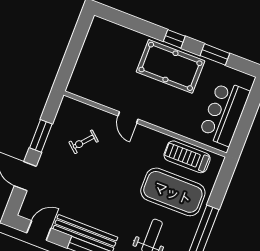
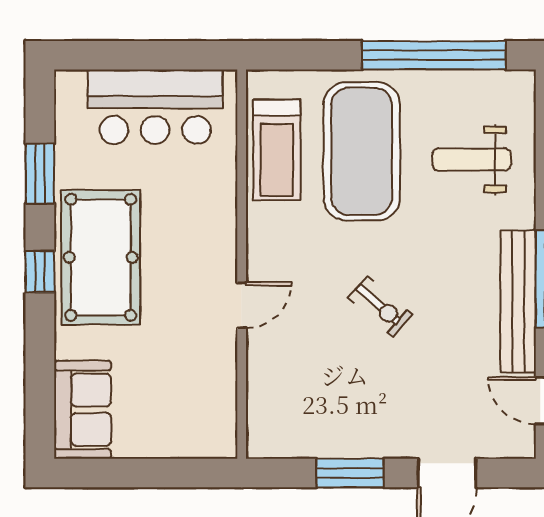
sofa: (110, 34) -> (83, 410), added
exercise bike: (84, 142) -> (380, 306), moved

